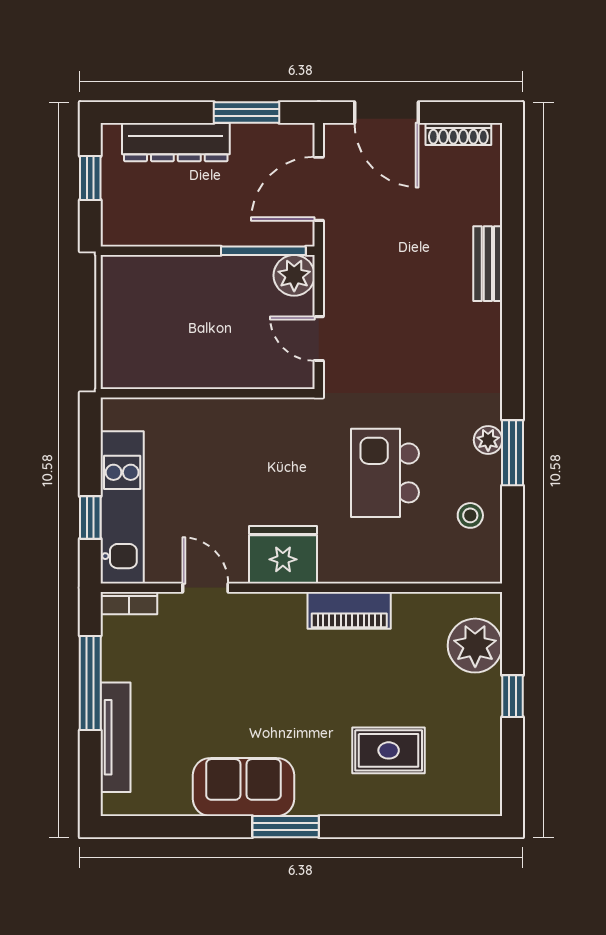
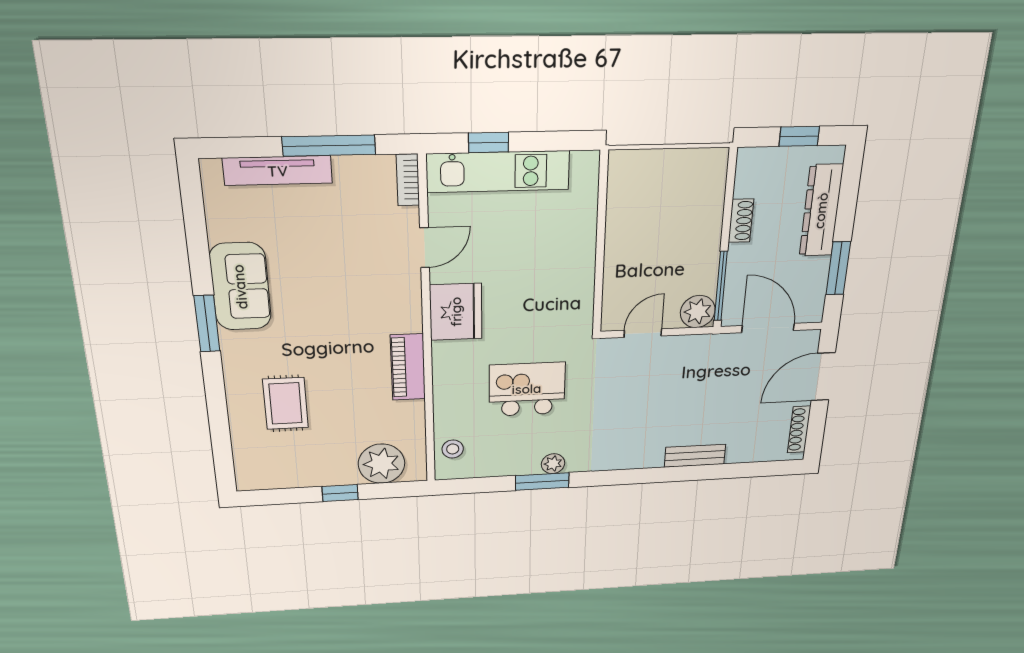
shoe rack: (185, 234) -> (741, 221), added
stool: (470, 515) -> (453, 449), moved

